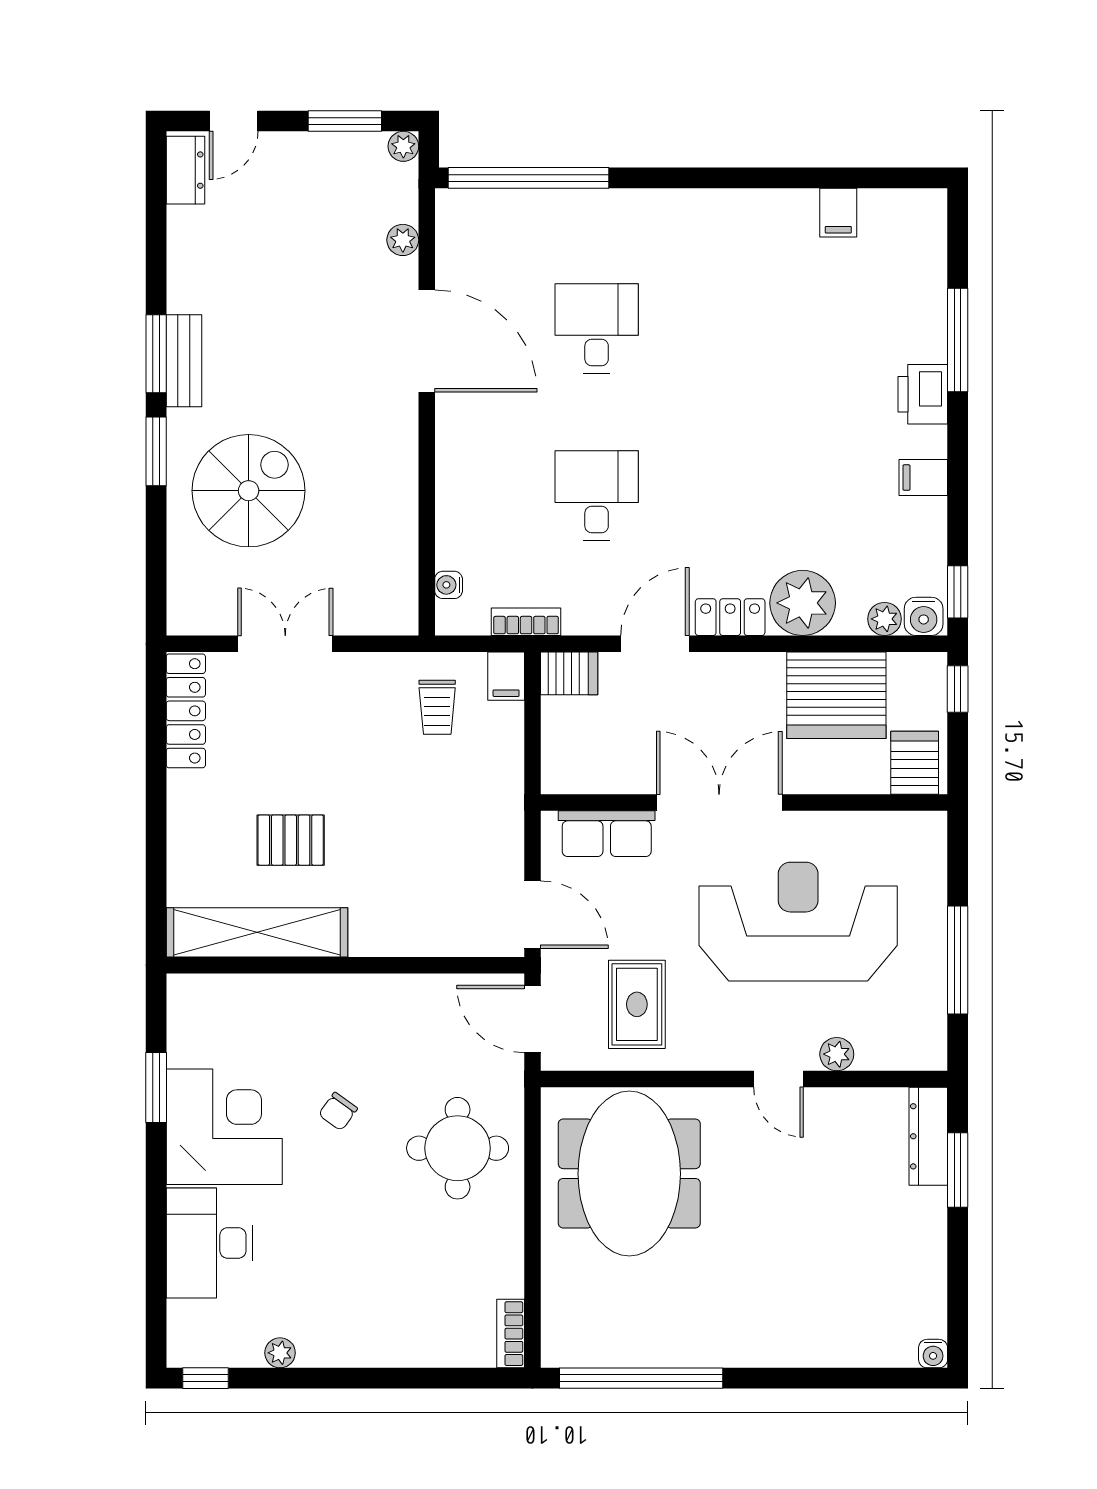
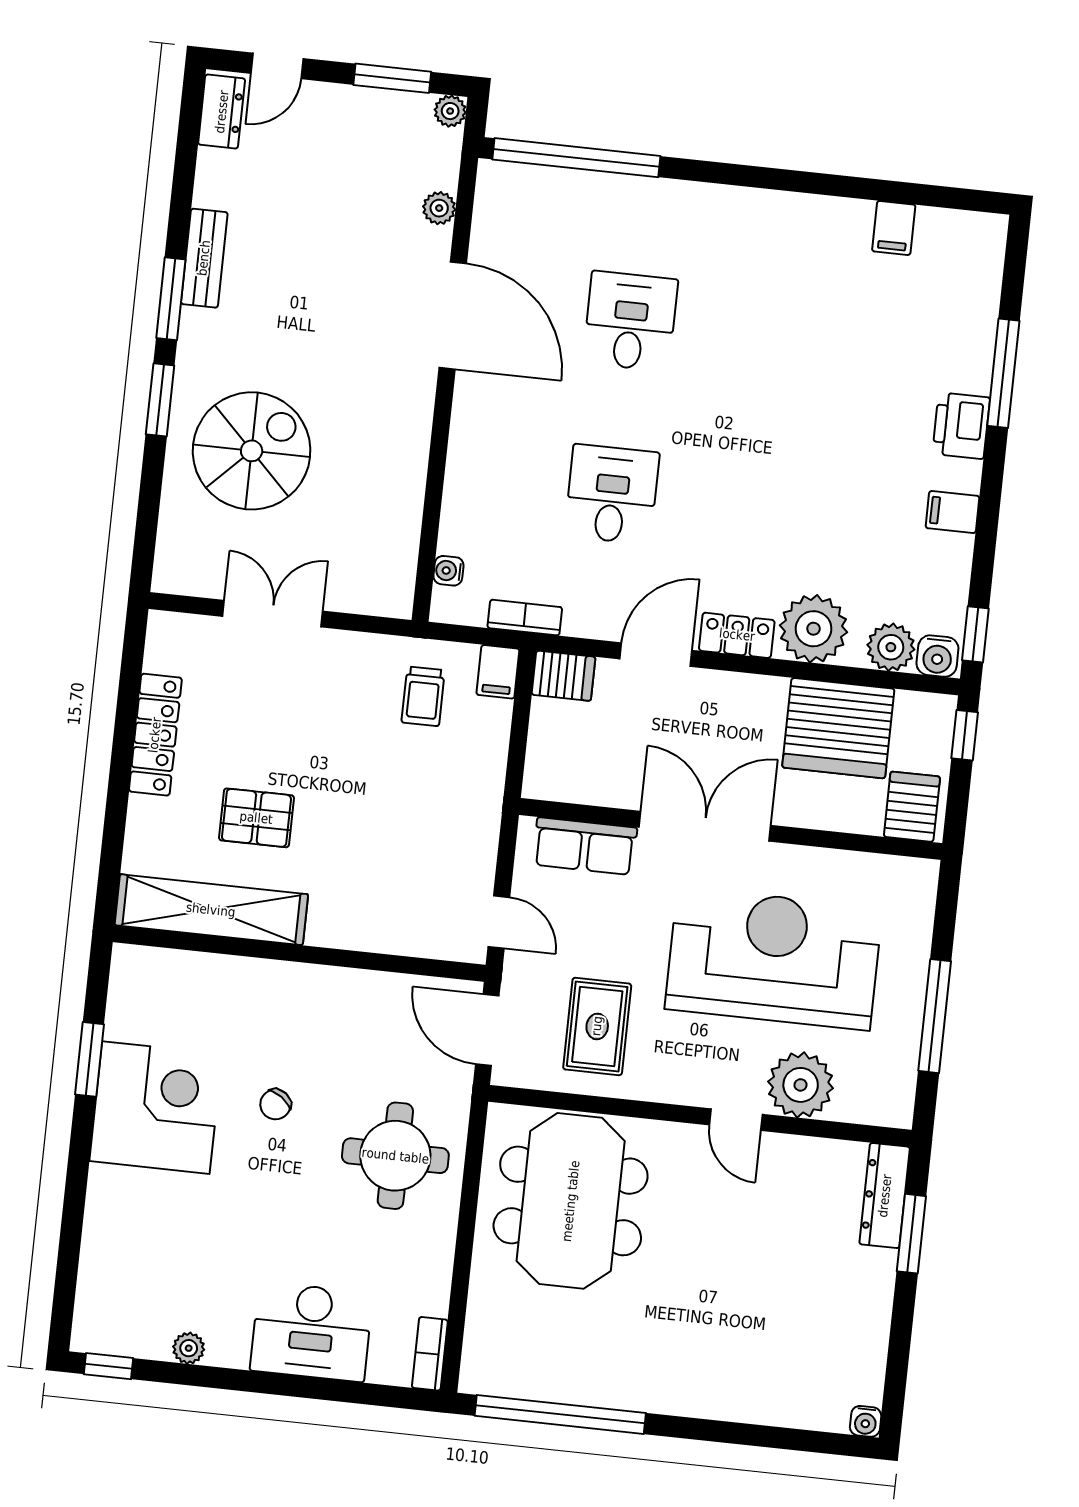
bench: (184, 361) -> (204, 258), moved
plant: (885, 619) -> (891, 647), width x1.38, depth x1.38
locker: (186, 711) -> (155, 735), moved
door: (532, 915) -> (499, 922), width x0.73
plant: (837, 1054) -> (801, 1085), width x1.88, depth x1.88
desk: (210, 1243) -> (311, 1332), moved, turned -90

